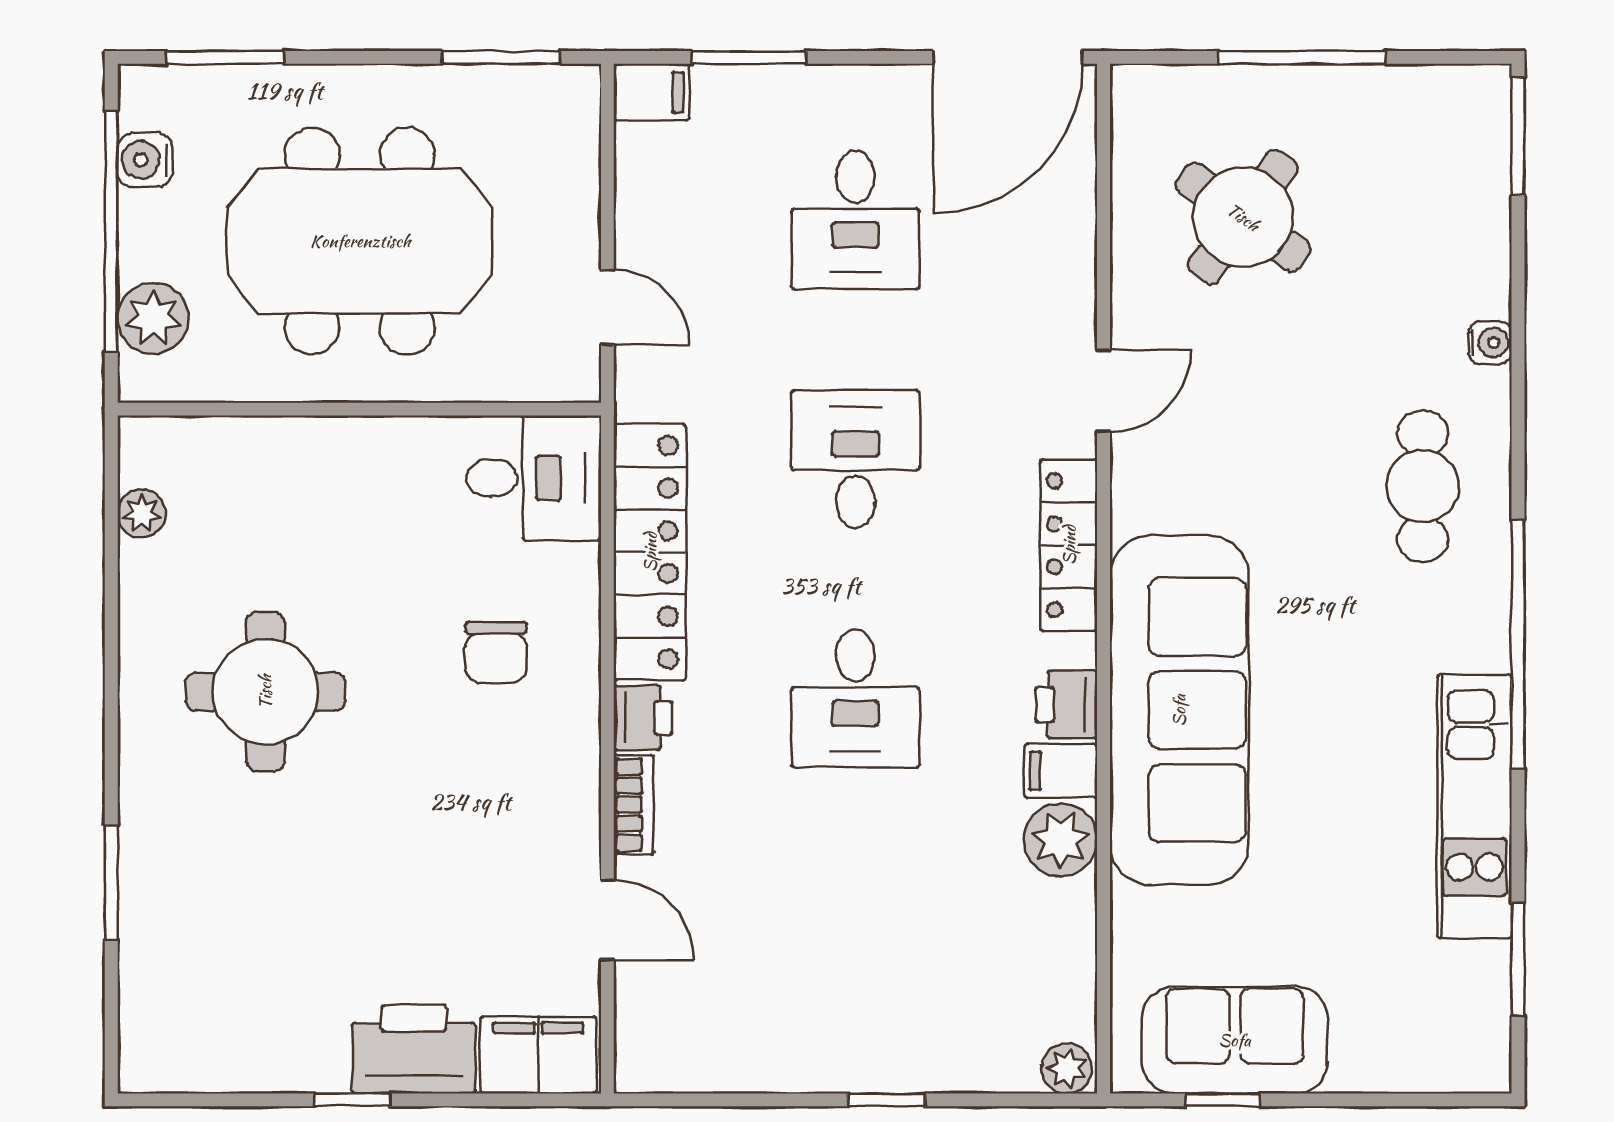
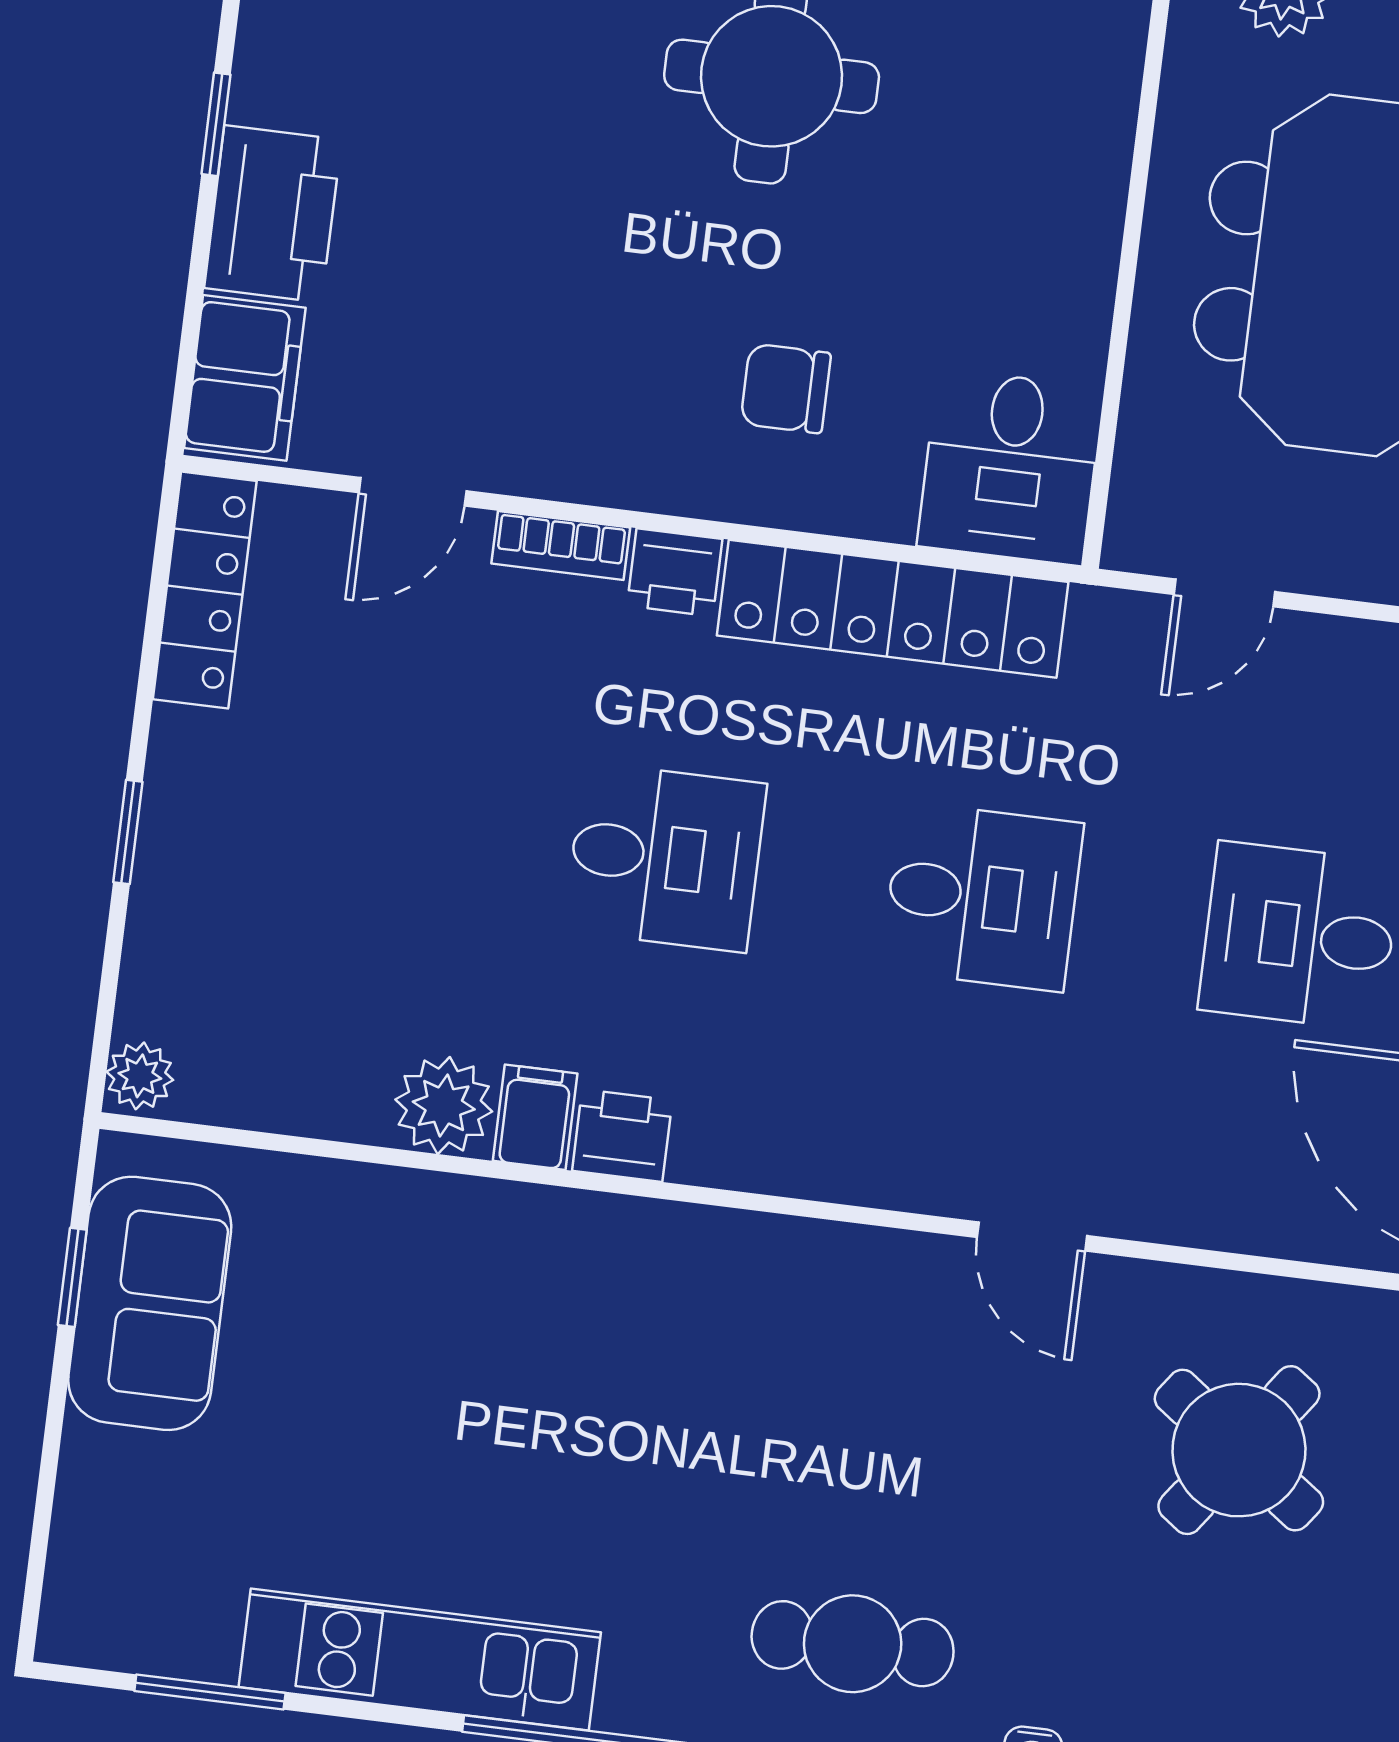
locker: (1069, 545) -> (205, 590), moved, turned 90
desk: (855, 698) -> (665, 857), turned 180
sofa: (1179, 710) -> (596, 1284), removed

